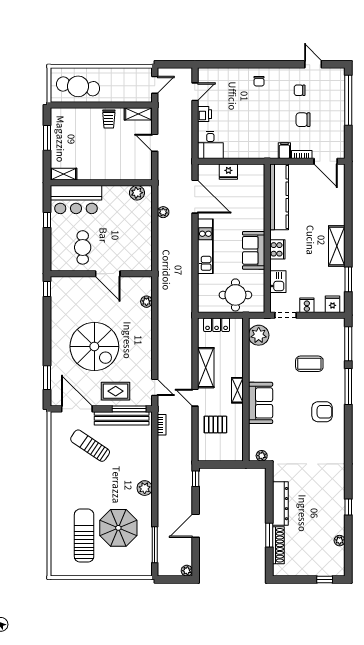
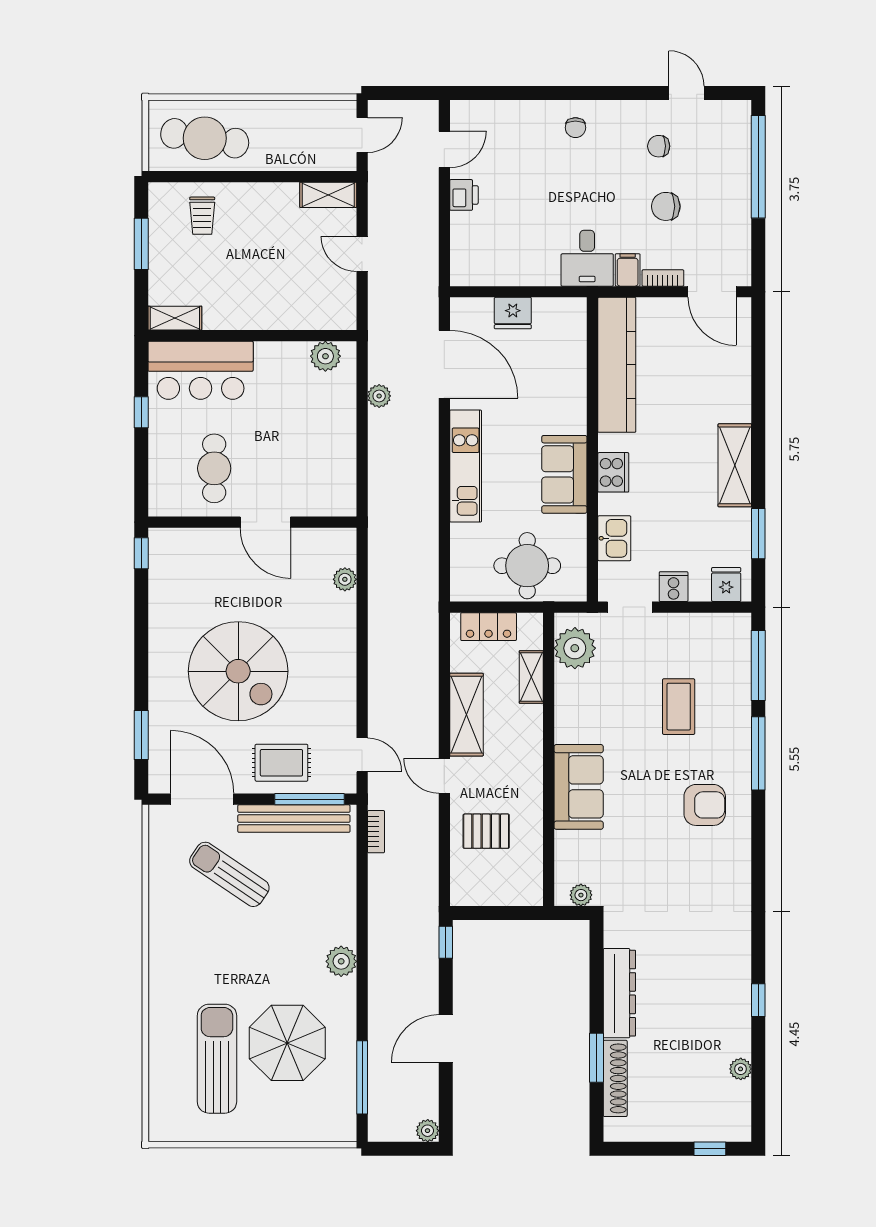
trolley: (109, 119) -> (202, 216), moved
desk: (210, 145) -> (587, 258), moved
coffee table: (309, 364) -> (679, 707), turned 90
shelving: (237, 390) -> (531, 677), moved

